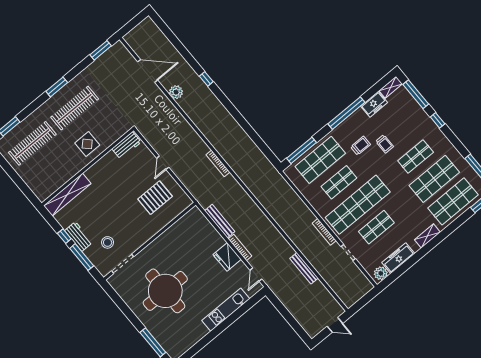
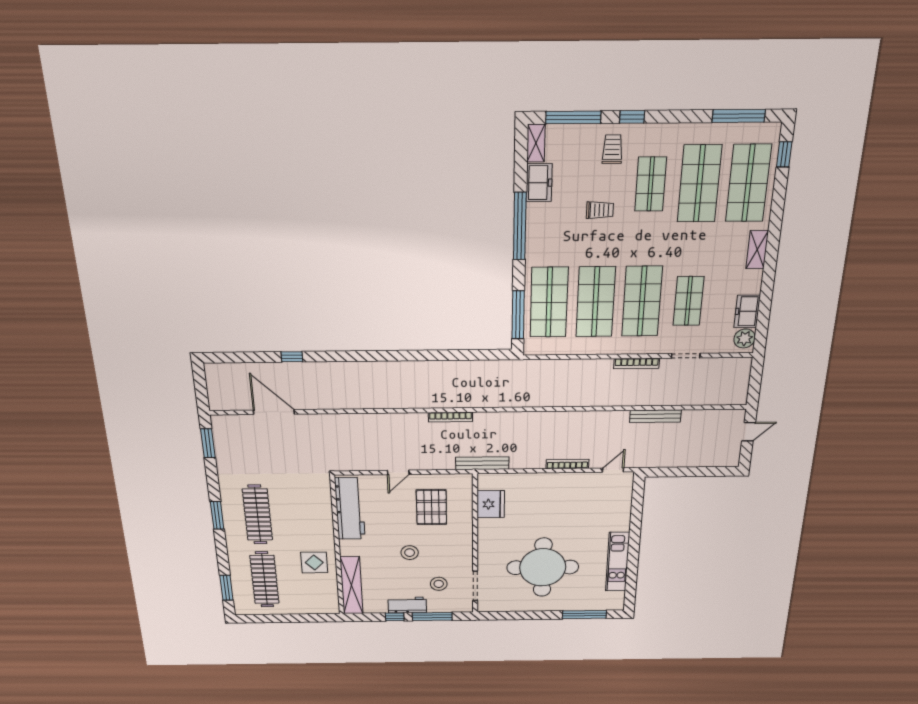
door: (148, 71) -> (274, 412), hinge flipped
window: (206, 79) -> (292, 357), moved
plant: (176, 92) -> (326, 400), removed
display table: (87, 144) -> (314, 563), moved
workbench: (126, 145) -> (350, 509), width x1.88, depth x1.32
trolley: (361, 146) -> (612, 149), moved
door: (163, 163) -> (398, 472), hinge flipped
shop shelf: (339, 182) -> (596, 302), width x1.43, depth x1.36
shop shelf: (358, 205) -> (642, 301), width x0.71
stool: (116, 209) -> (410, 553), added
bench: (220, 221) -> (482, 463), moved
fridge: (227, 257) -> (491, 504), moved, turned -90
freezer: (398, 258) -> (747, 311), width x0.71
door: (256, 275) -> (613, 470), swing flipped
kitchen unit: (226, 310) -> (618, 562), moved

